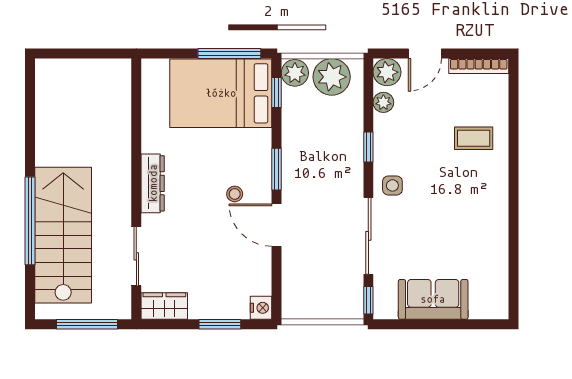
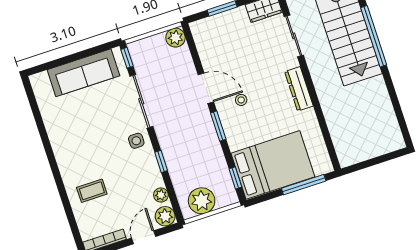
window: (229, 54) -> (304, 185), moved
plant: (295, 73) -> (175, 38), moved
sofa: (433, 299) -> (83, 73), width x1.36
nightstand: (261, 308) -> (198, 29), removed

